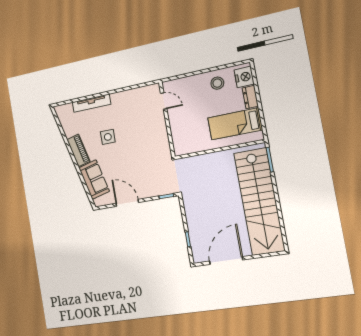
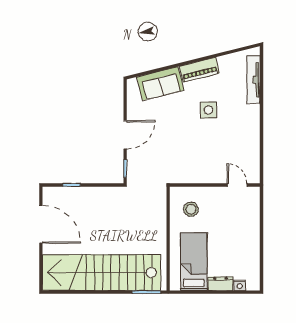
nightstand: (244, 77) -> (240, 285), width x0.53, depth x0.56
stool: (217, 83) -> (191, 209), moved
door: (164, 101) -> (237, 185), swing flipped
tv unit: (92, 103) -> (253, 80), moved
door: (127, 203) -> (125, 135), moved

